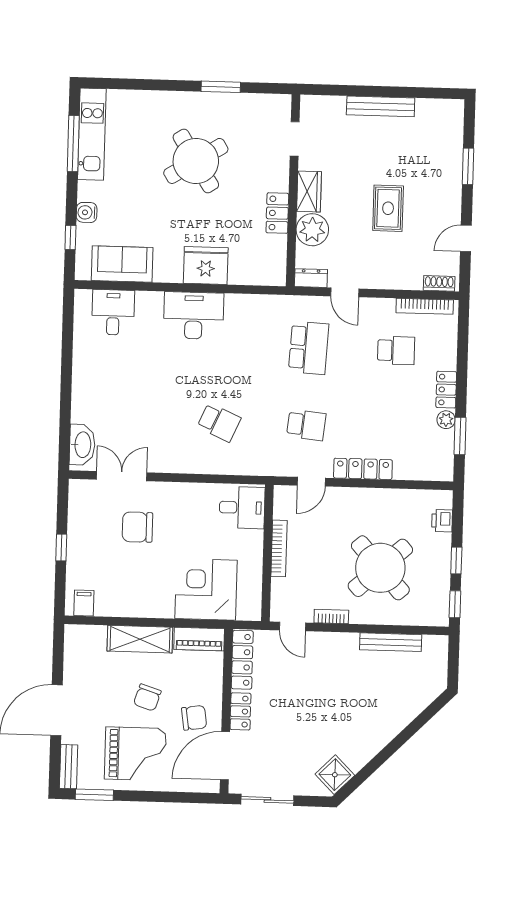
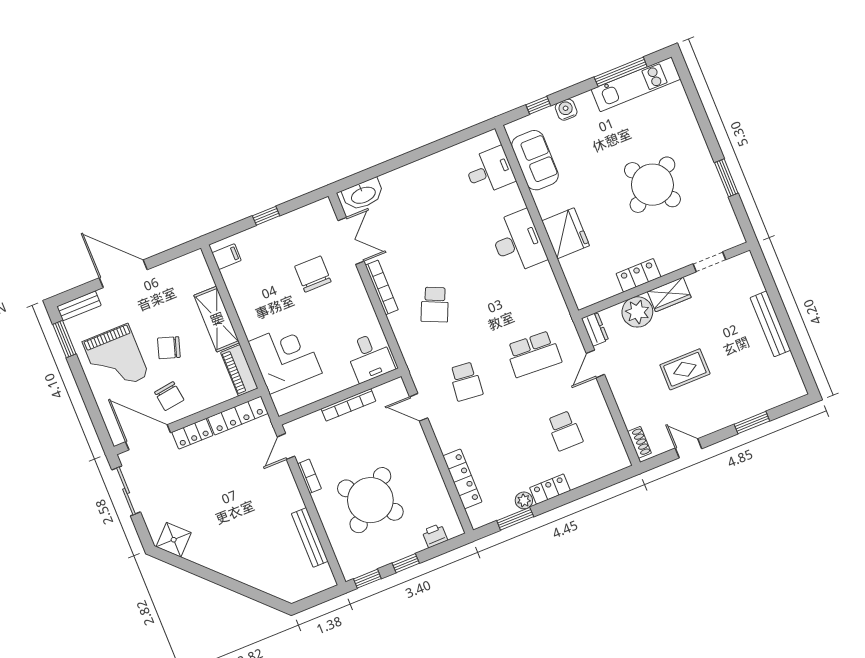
bookcase: (425, 306) -> (382, 287), moved, turned 180
locker: (363, 469) -> (462, 479), moved

